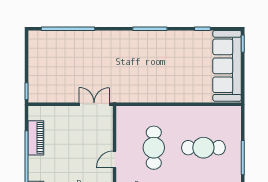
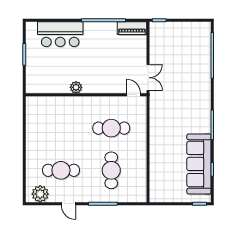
sofa: (227, 66) -> (199, 164), moved, turned -90
piano: (36, 138) -> (132, 28), moved
door: (114, 159) -> (134, 95), moved

